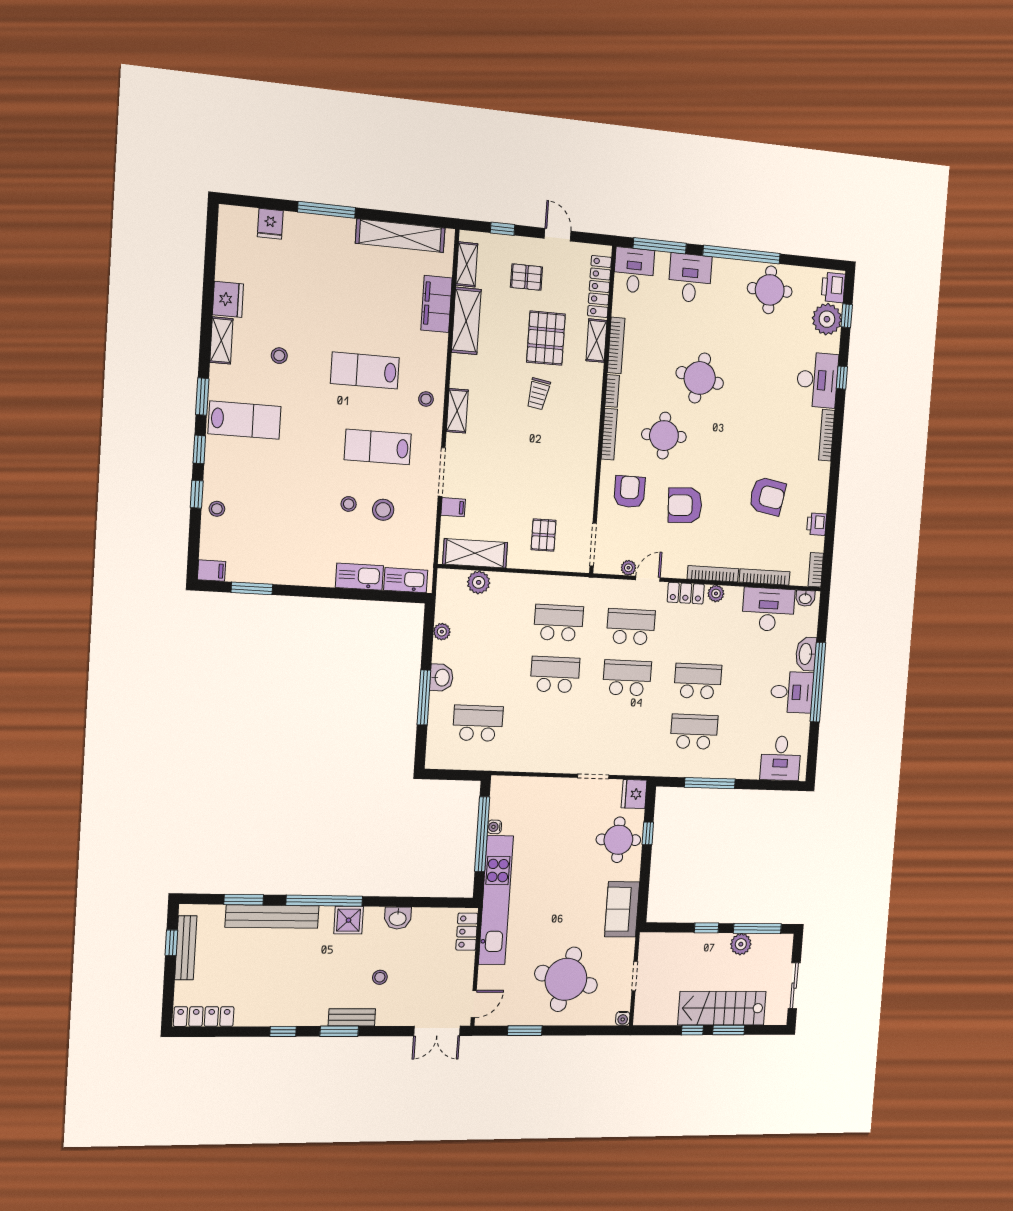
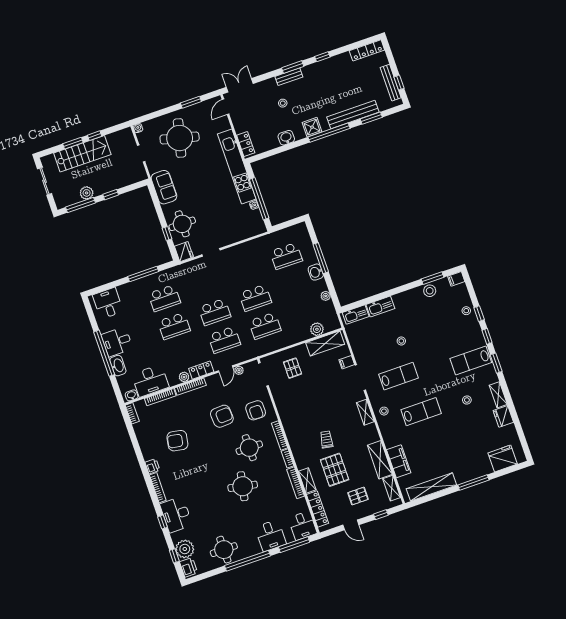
fridge: (270, 224) -> (503, 458), width x1.88, depth x1.34
stool: (383, 510) -> (430, 291), moved
printer: (817, 524) -> (152, 466), moved

